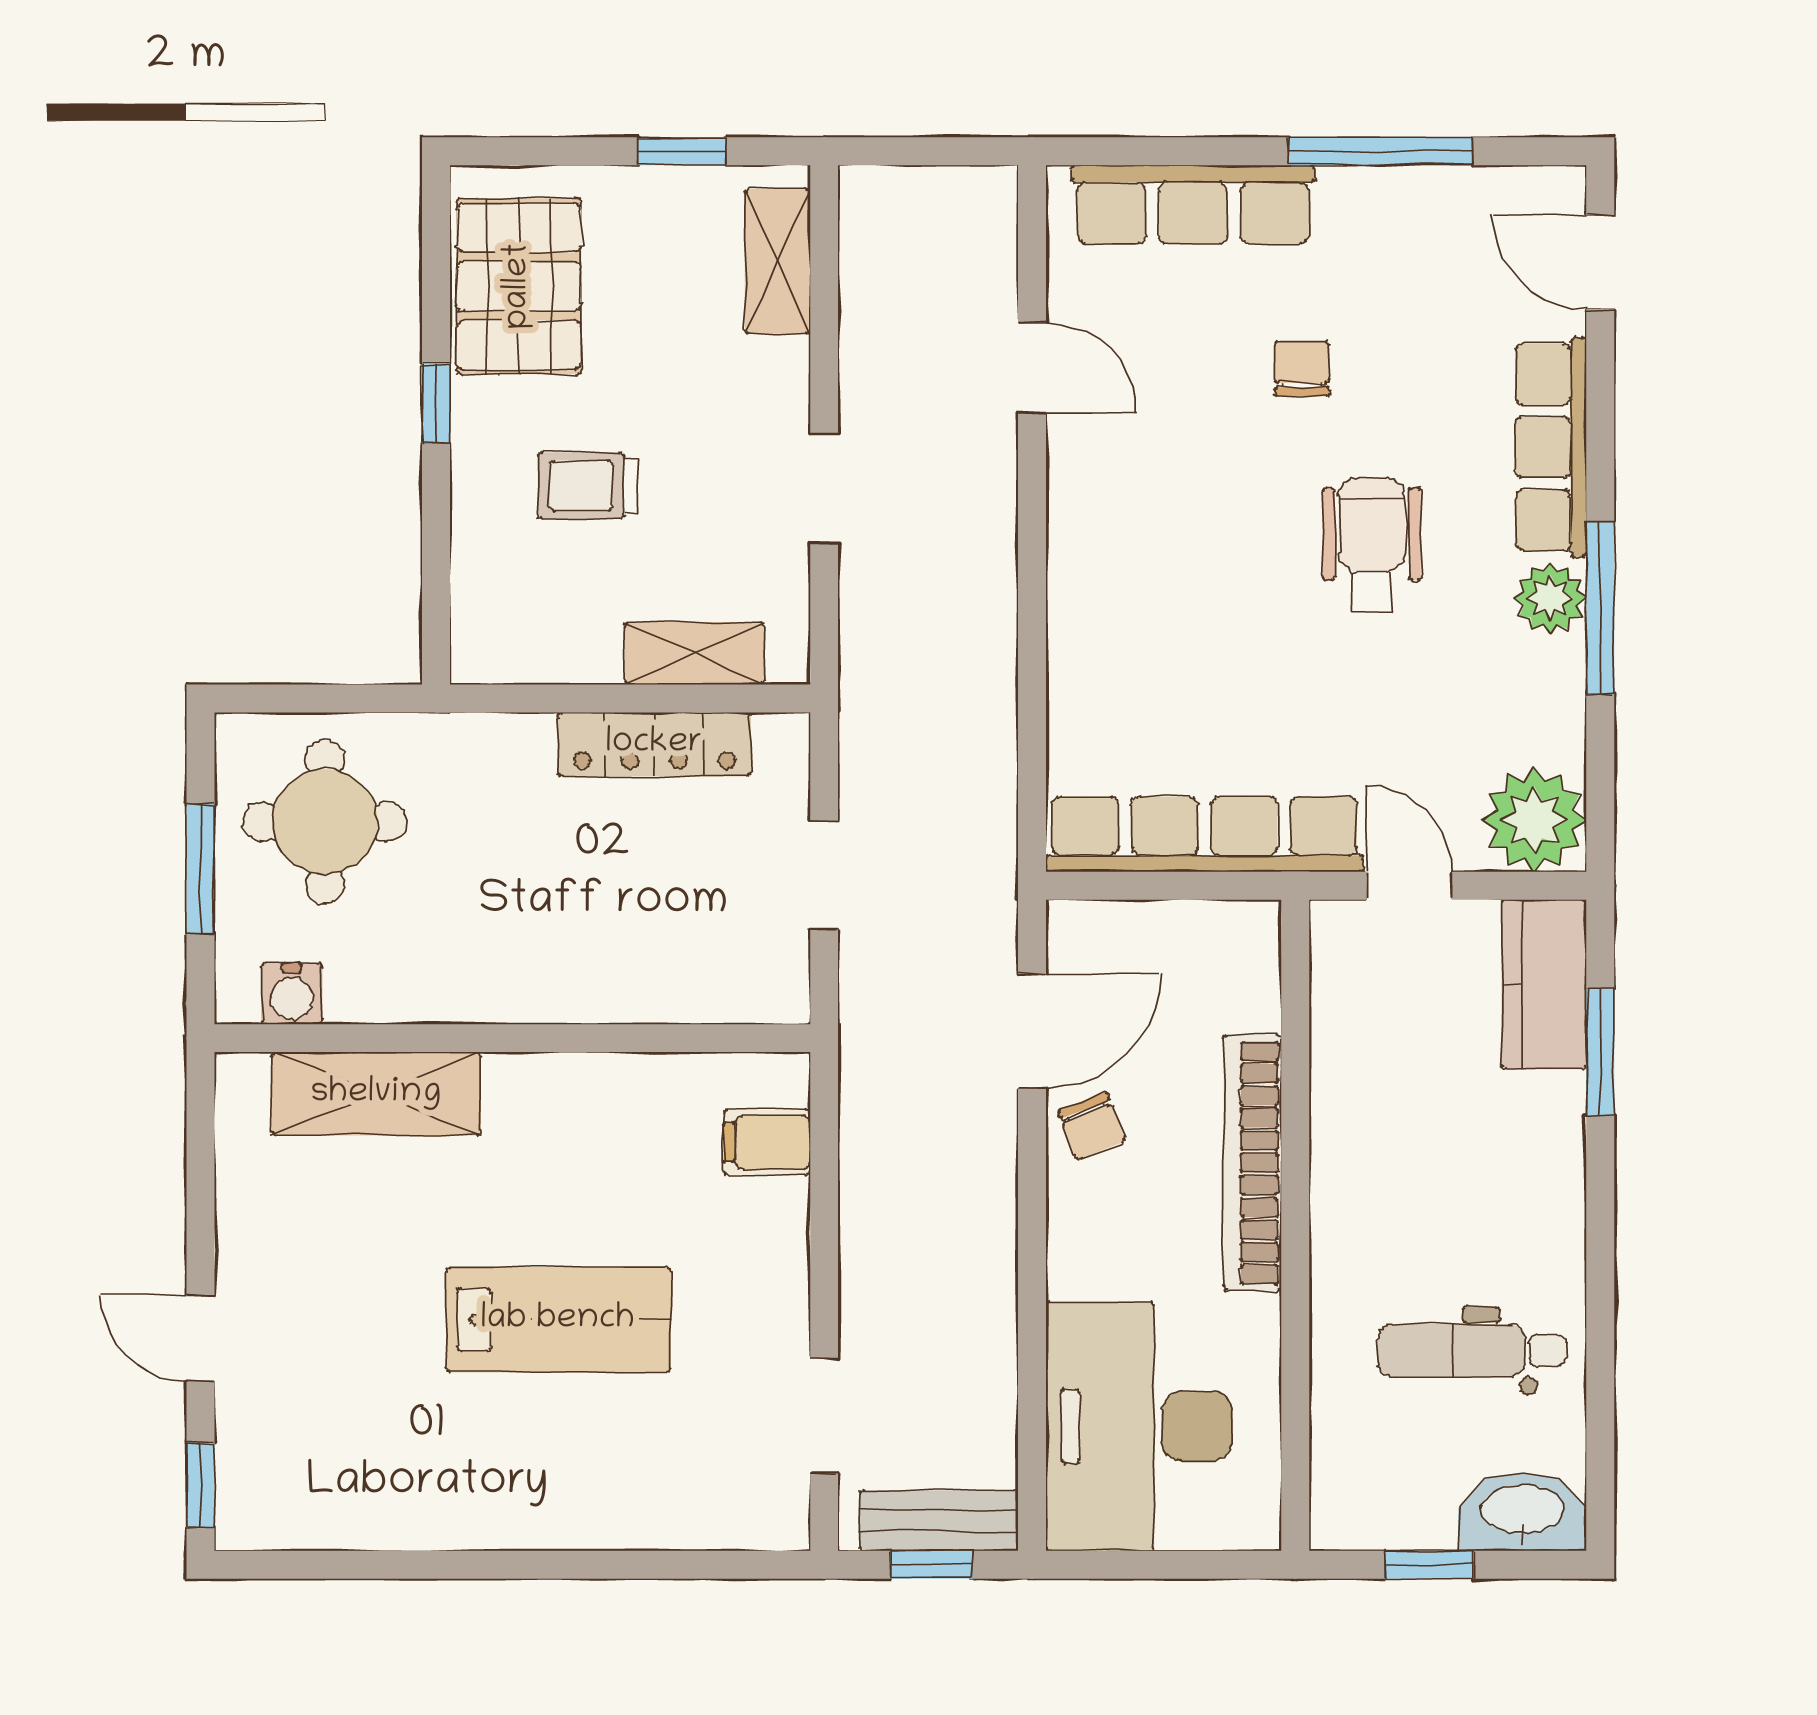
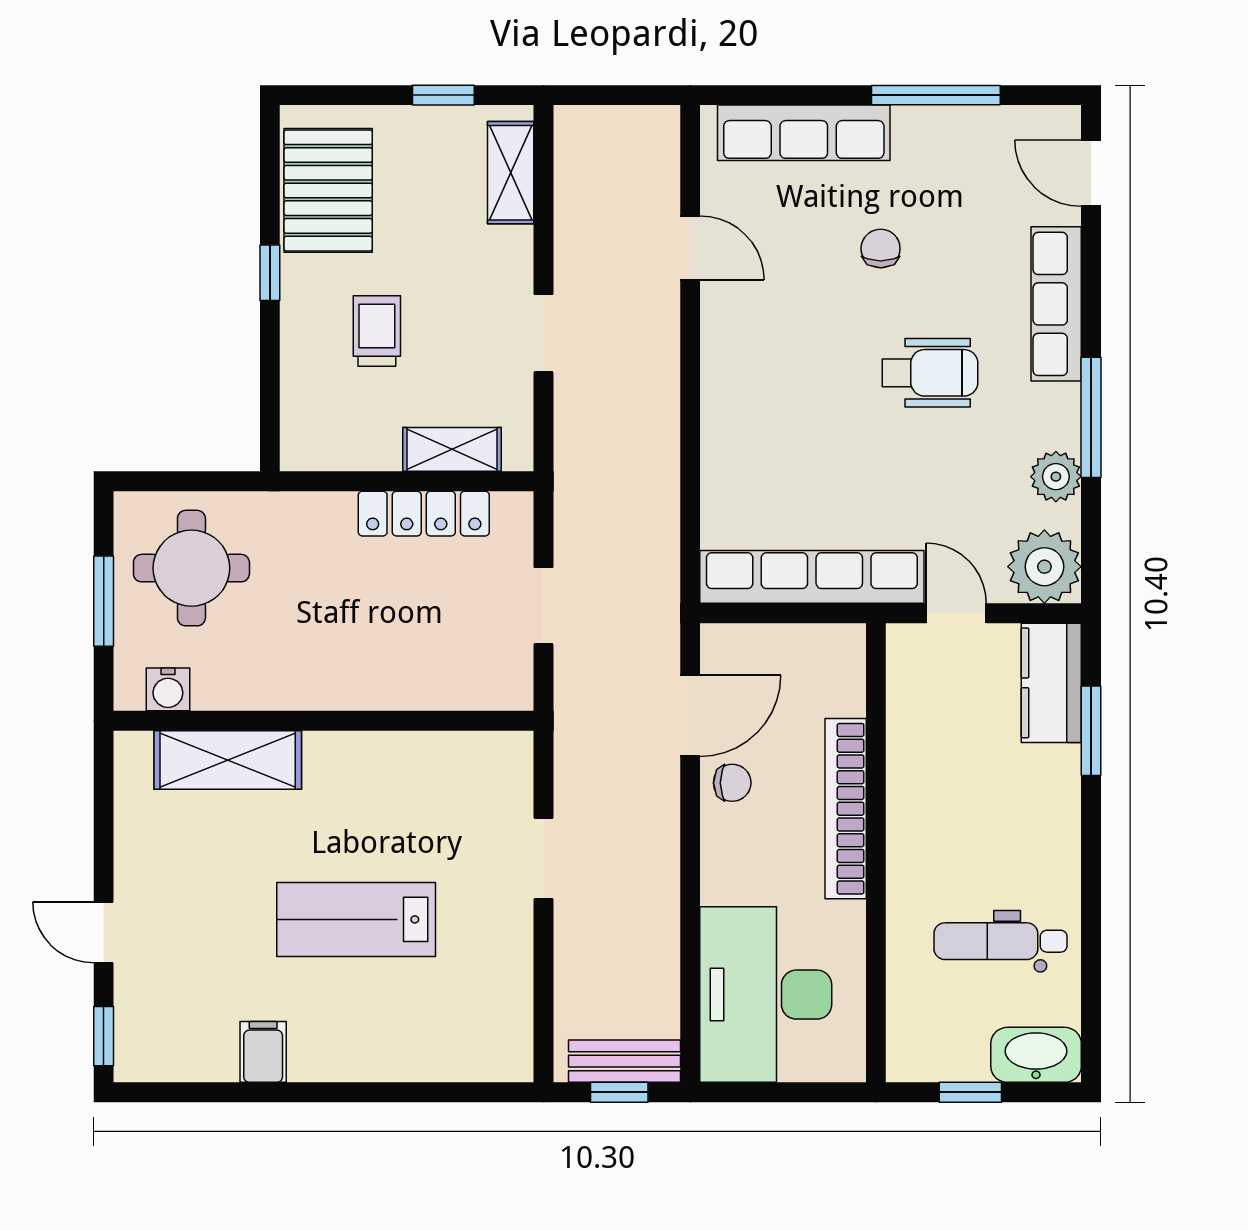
trolley: (588, 486) -> (377, 331), turned 90
wheelchair: (1372, 545) -> (930, 373), turned 90
plant: (1550, 598) -> (1056, 477), moved
chair: (1092, 1126) -> (732, 783), turned -69
filing cabinet: (767, 1142) -> (263, 1052), moved, turned 90
lab bench: (558, 1320) -> (356, 919), turned 180
doorway: (824, 1416) -> (544, 858), moved

